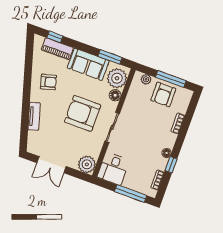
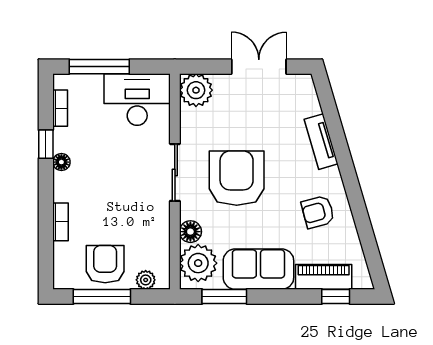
armchair: (83, 113) -> (237, 178), turned -90
desk: (113, 169) -> (137, 100), width x1.37

